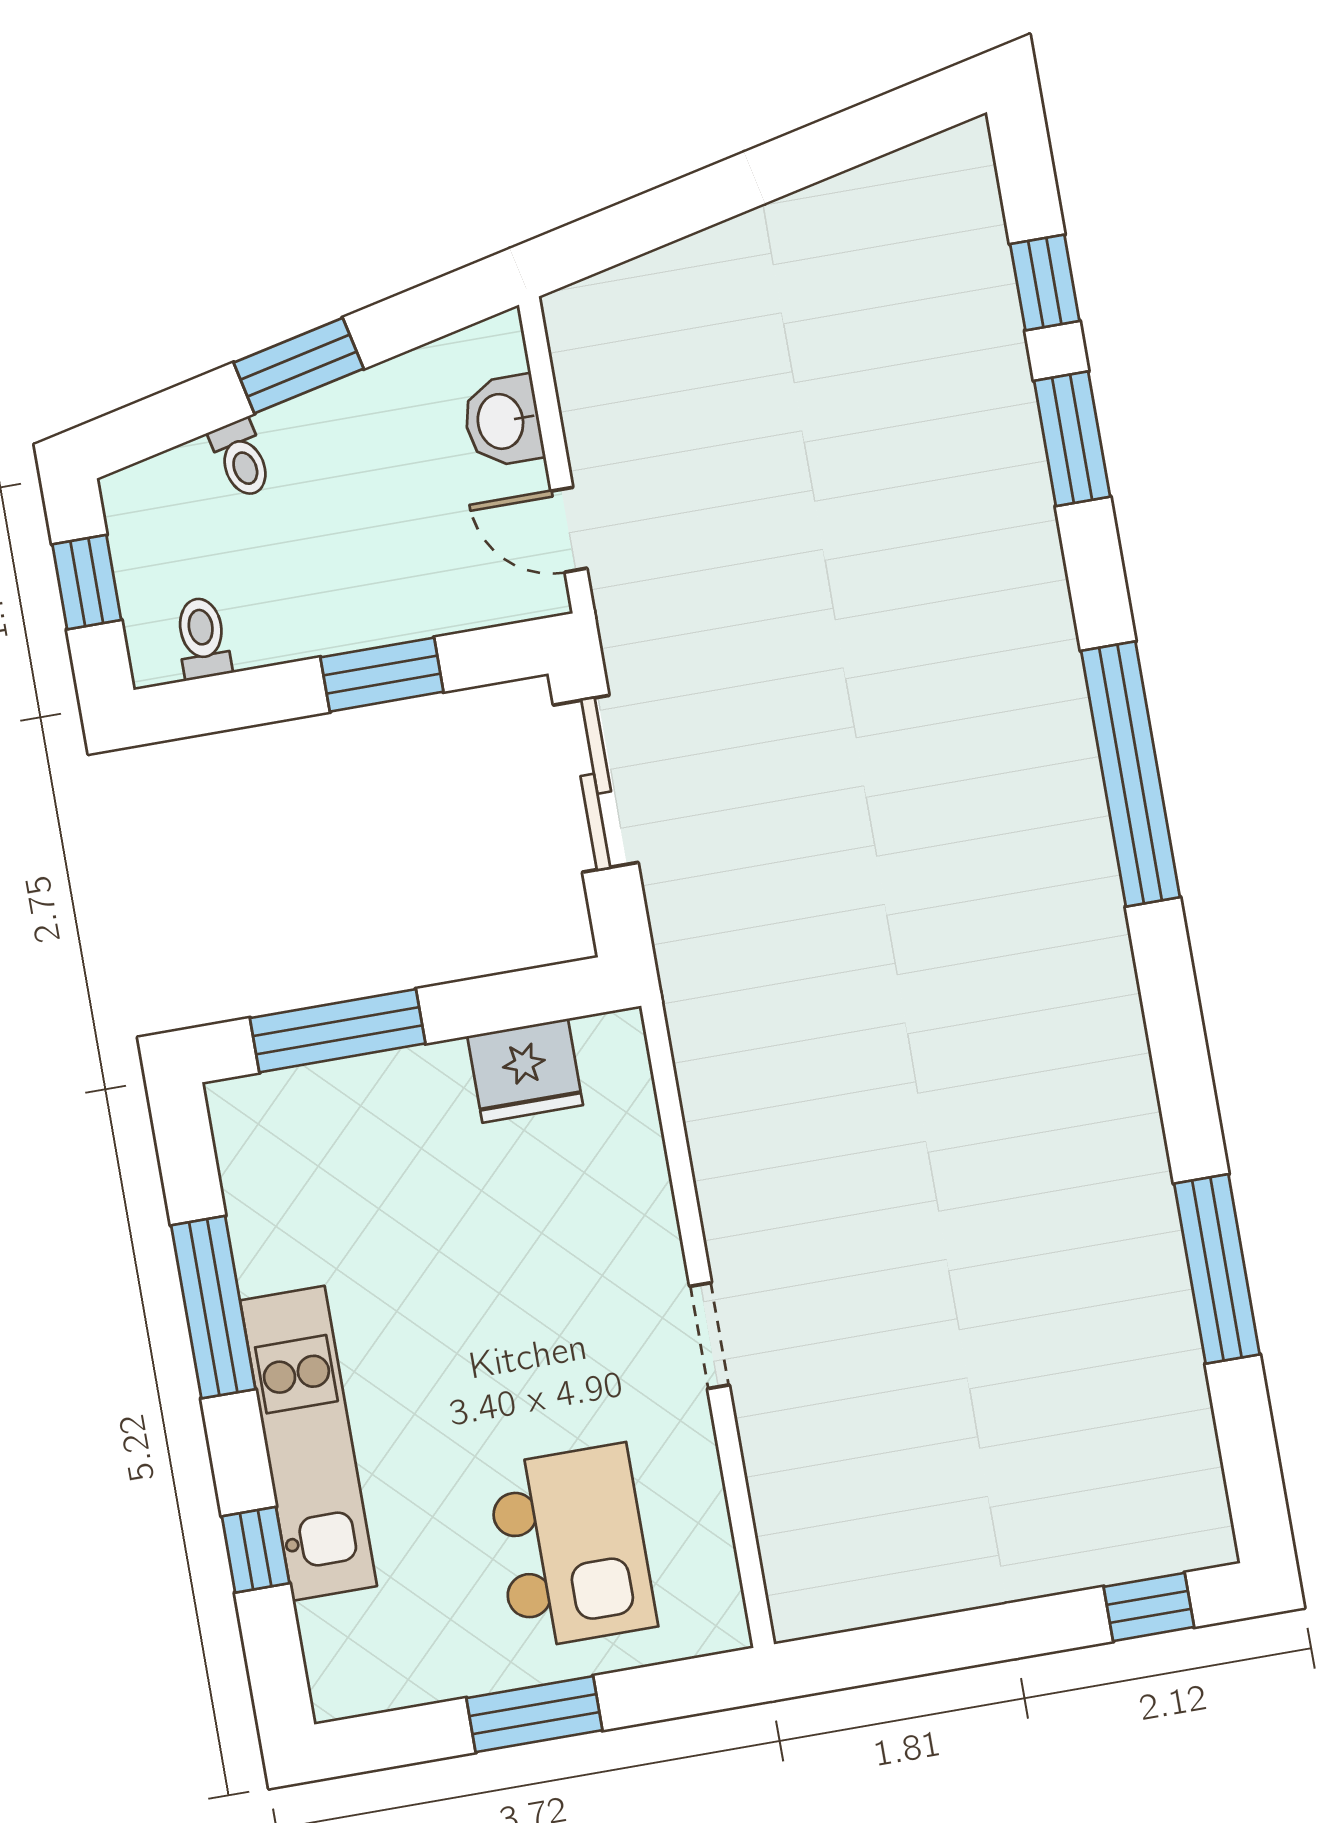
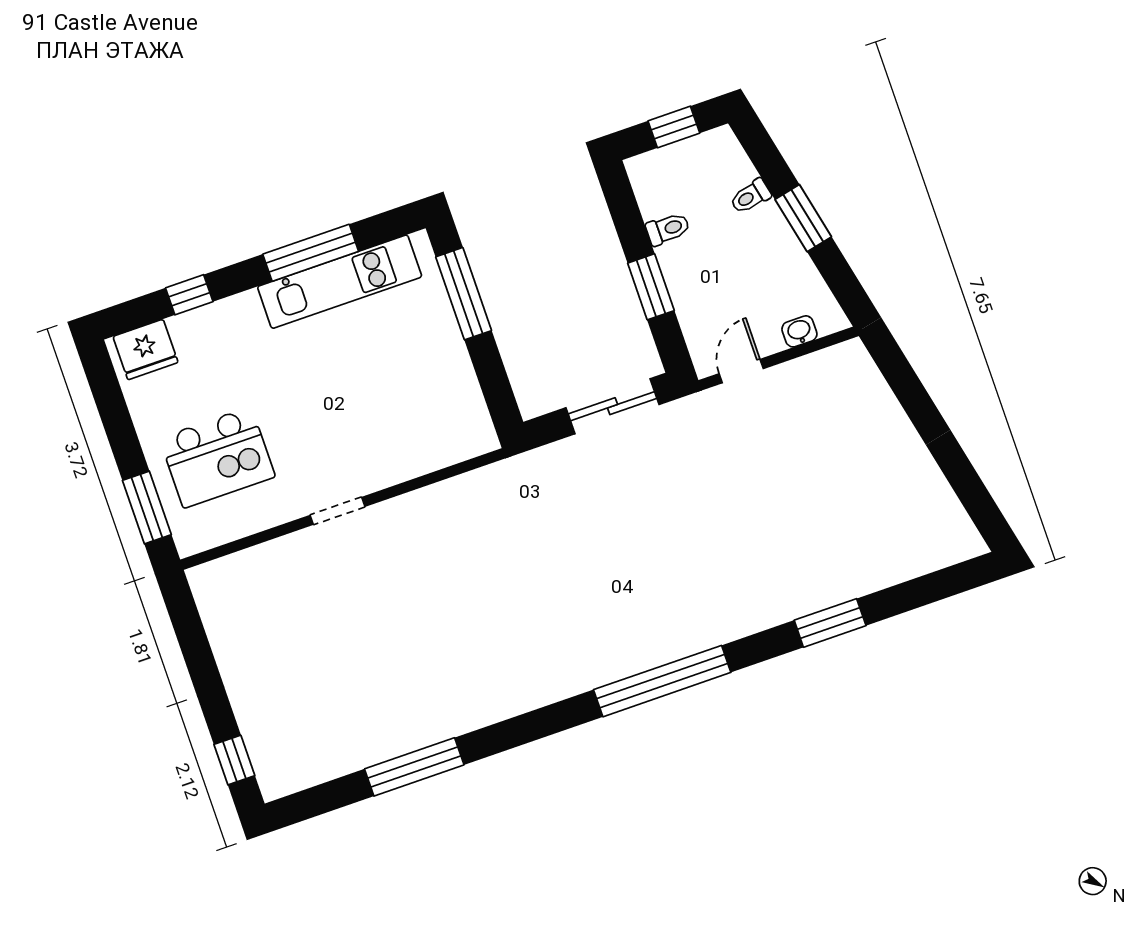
window: (1045, 282) -> (908, 596), removed
washbasin: (503, 421) -> (799, 331), width x0.72, depth x0.69
toilet: (203, 638) -> (668, 229), moved
fridge: (525, 1071) -> (146, 349), moved, turned -90
kitchen unit: (309, 1443) -> (340, 282), moved
window: (534, 1714) -> (147, 507), moved

